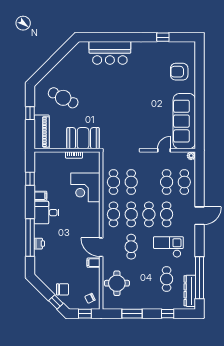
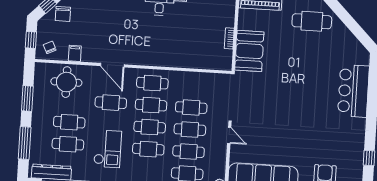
cafe table: (63, 98) -> (312, 21), moved, turned 63
door: (164, 150) -> (229, 135), moved
cafe table: (113, 182) -> (190, 130), moved
corner desk: (85, 187) -> (188, 50), removed
door: (101, 247) -> (112, 65), swing flipped
filing cabinet: (94, 263) -> (75, 53), moved
cafe table: (149, 279) -> (69, 122), added
window: (168, 314) -> (25, 143), width x2.17

